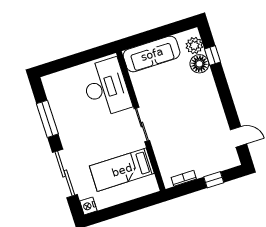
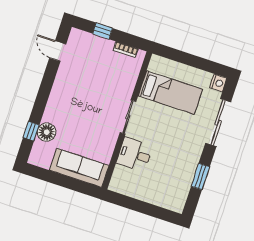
plant: (194, 46) -> (40, 150), removed
desk: (106, 87) -> (135, 154), width x0.53, depth x0.77
window: (47, 119) -> (200, 177), width x0.69

